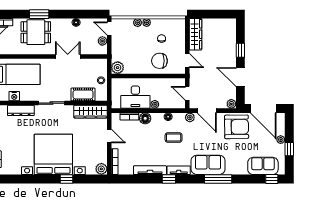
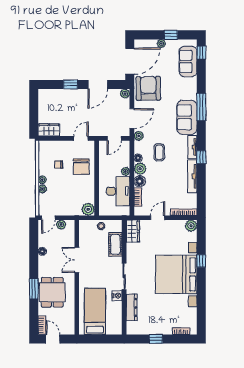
wardrobe: (196, 34) -> (49, 130), width x0.67
nightstand: (14, 96) -> (117, 296), moved
wardrobe: (90, 112) -> (133, 231), width x0.67
plant: (157, 119) -> (140, 169), added

